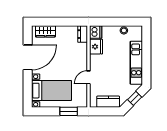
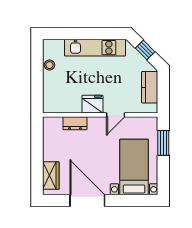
dishwasher: (96, 32) -> (52, 105), removed
dresser: (83, 34) -> (75, 123), moved
fridge: (96, 47) -> (93, 104), moved
door: (89, 77) -> (116, 115), hinge flipped

